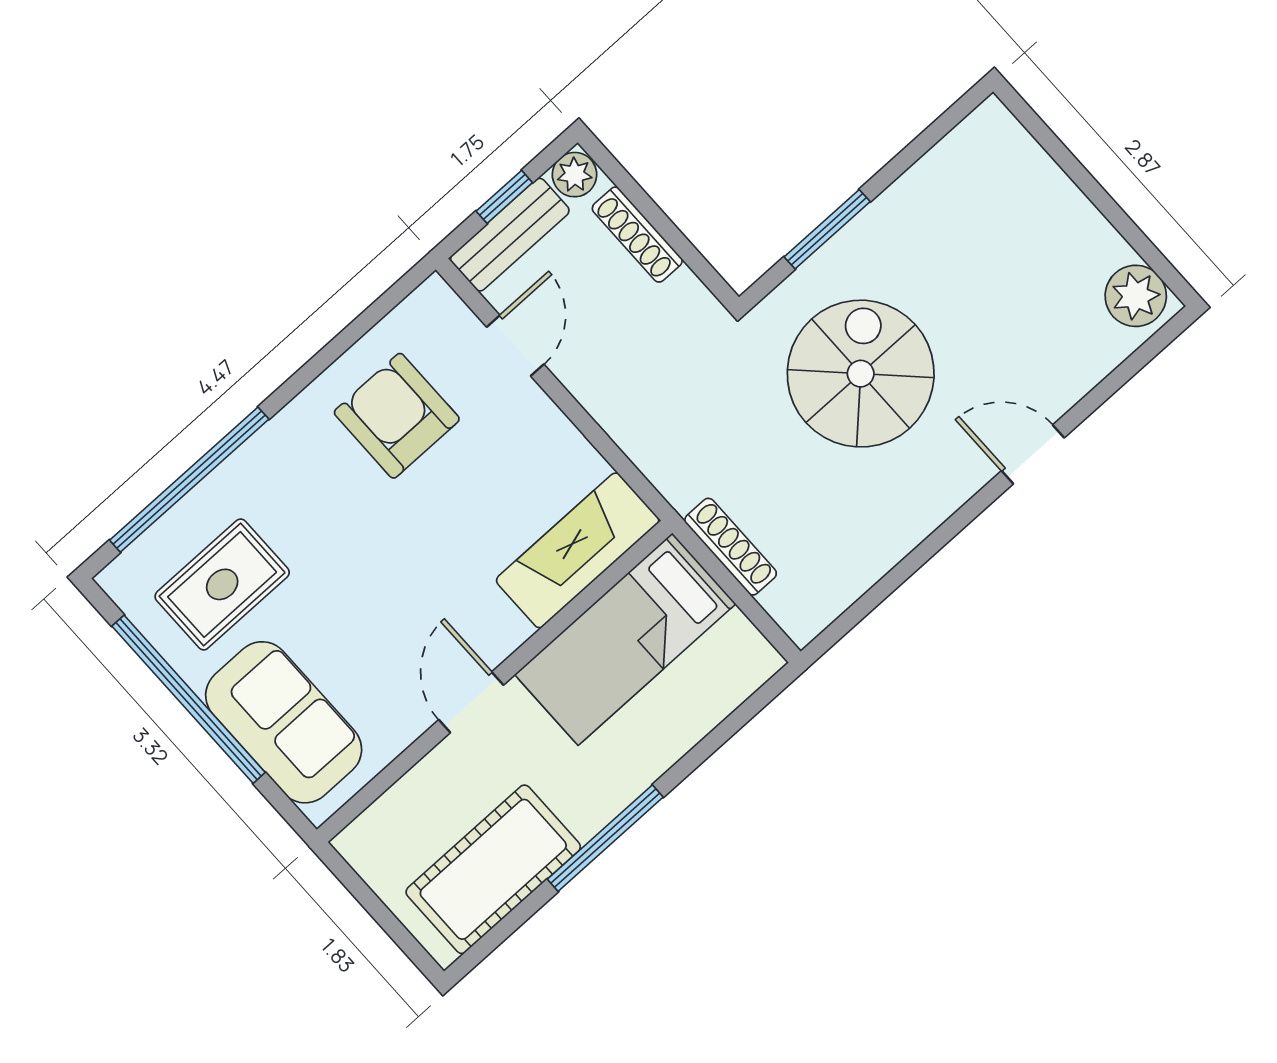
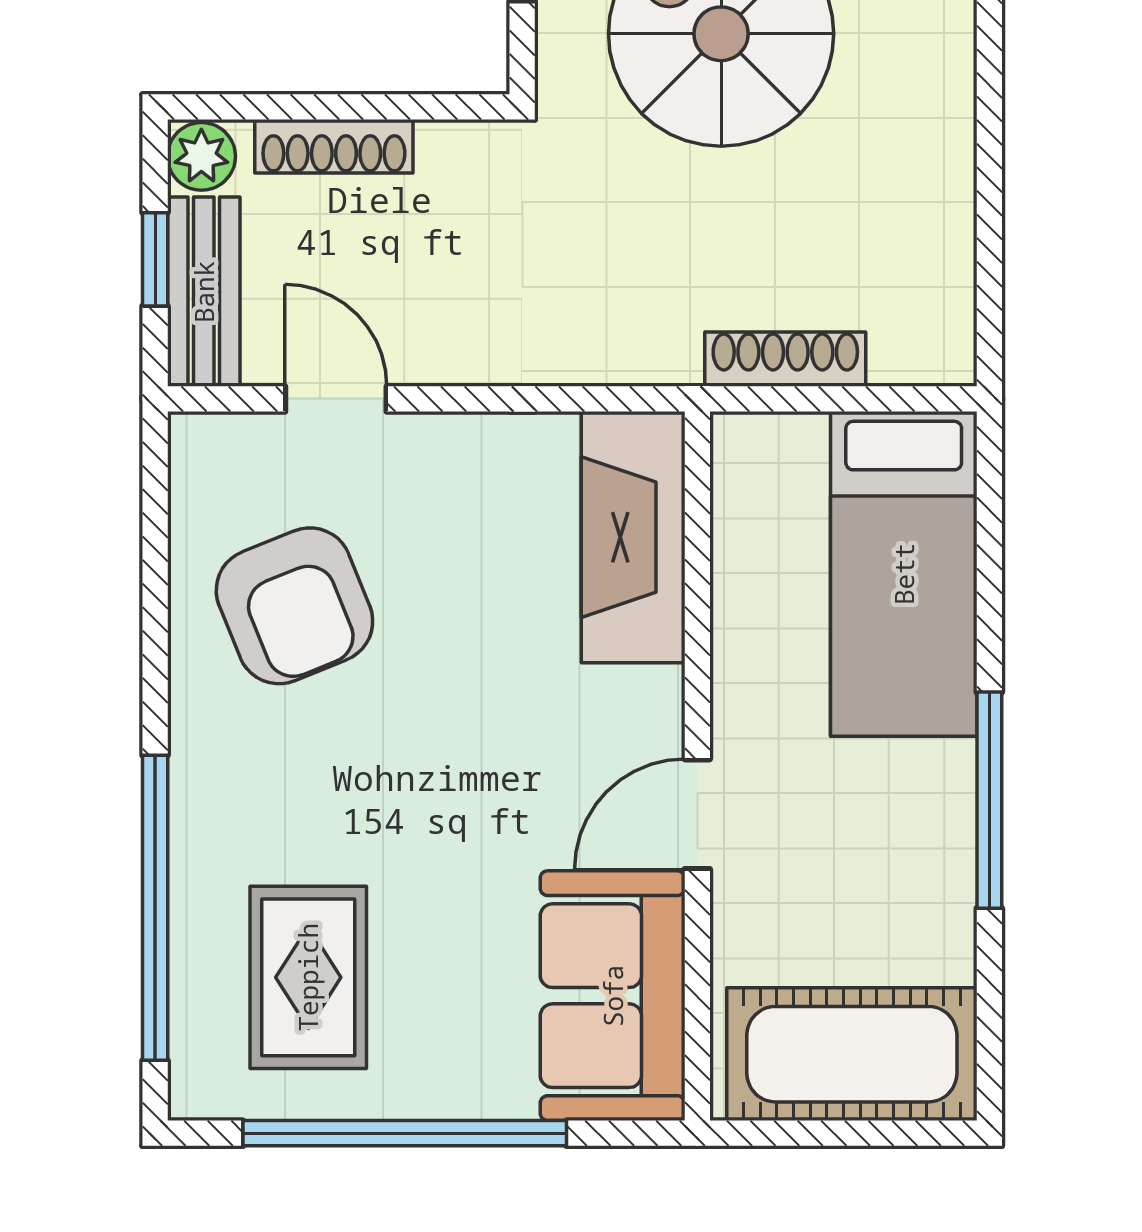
armchair: (397, 416) -> (294, 606), turned -112
bed: (625, 639) -> (904, 574), moved
door: (471, 702) -> (697, 814), hinge flipped
sofa: (284, 722) -> (613, 996), moved, turned -90
cot: (493, 869) -> (852, 1054), moved, turned 90

